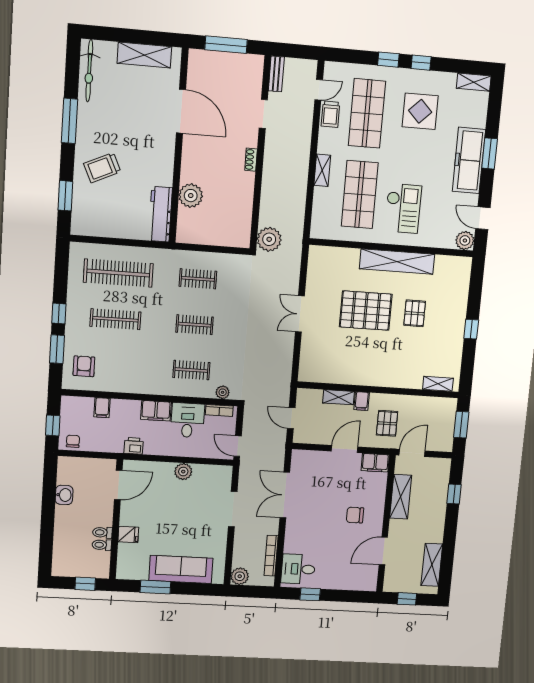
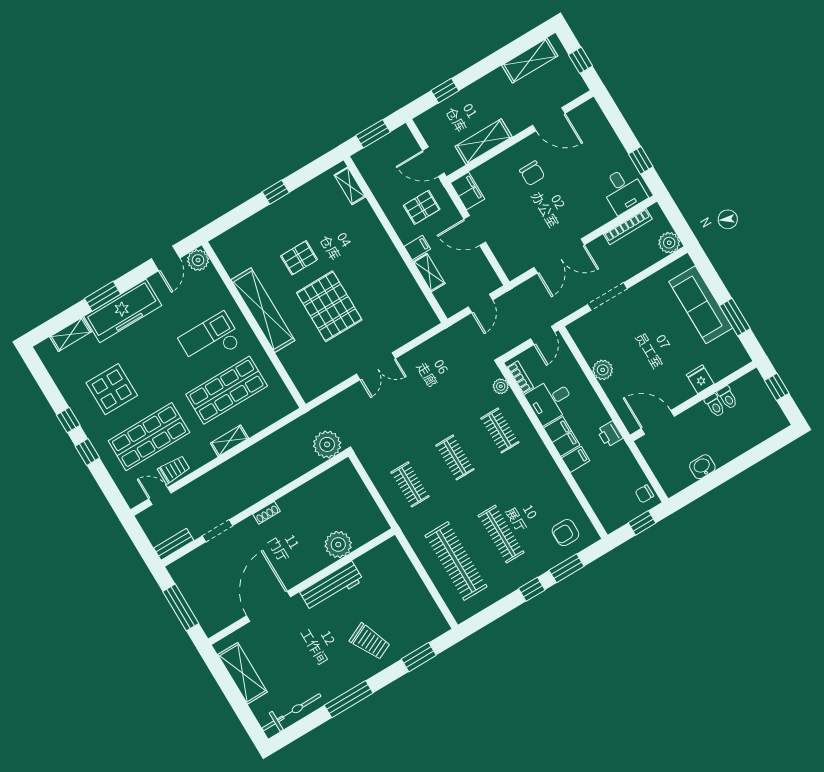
shelving: (474, 82) -> (70, 334), moved, turned 90
workbench: (160, 214) -> (331, 586), moved
filing cabinet: (102, 408) -> (576, 459), moved

